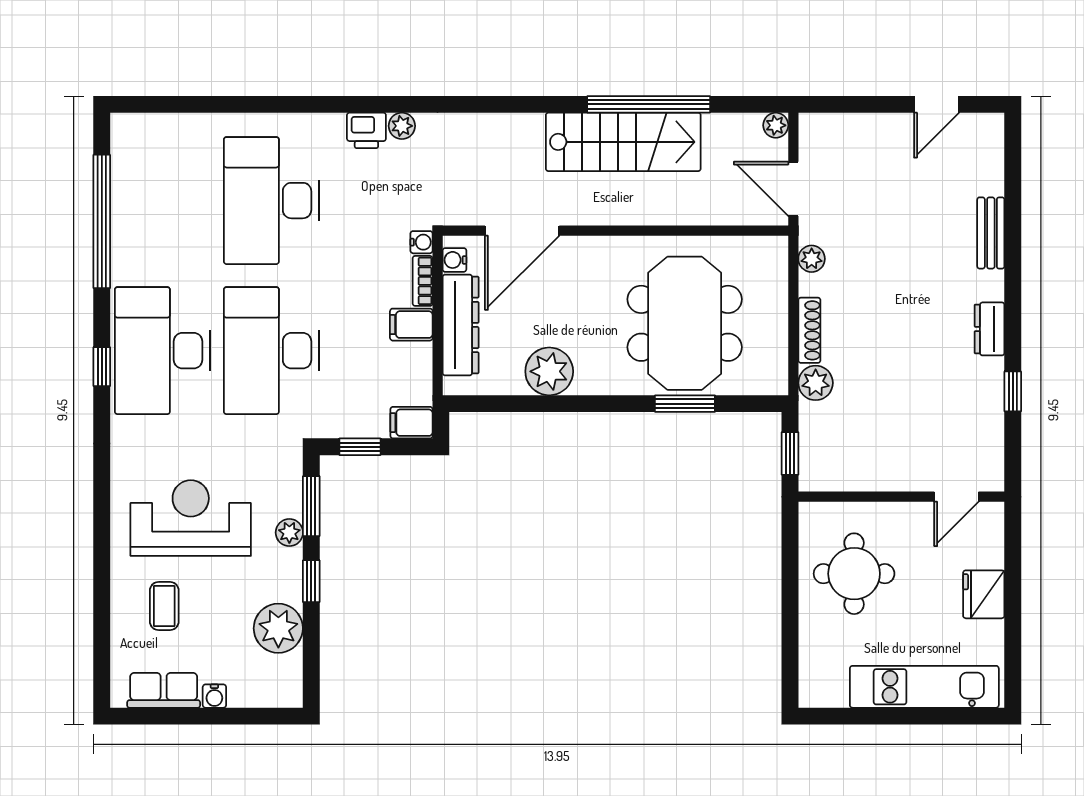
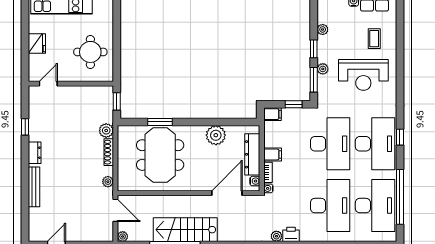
desk: (162, 201) -> (375, 206), added
bench: (991, 233) -> (34, 187), width x1.36
plant: (278, 628) -> (323, 29), width x0.53, depth x0.53

